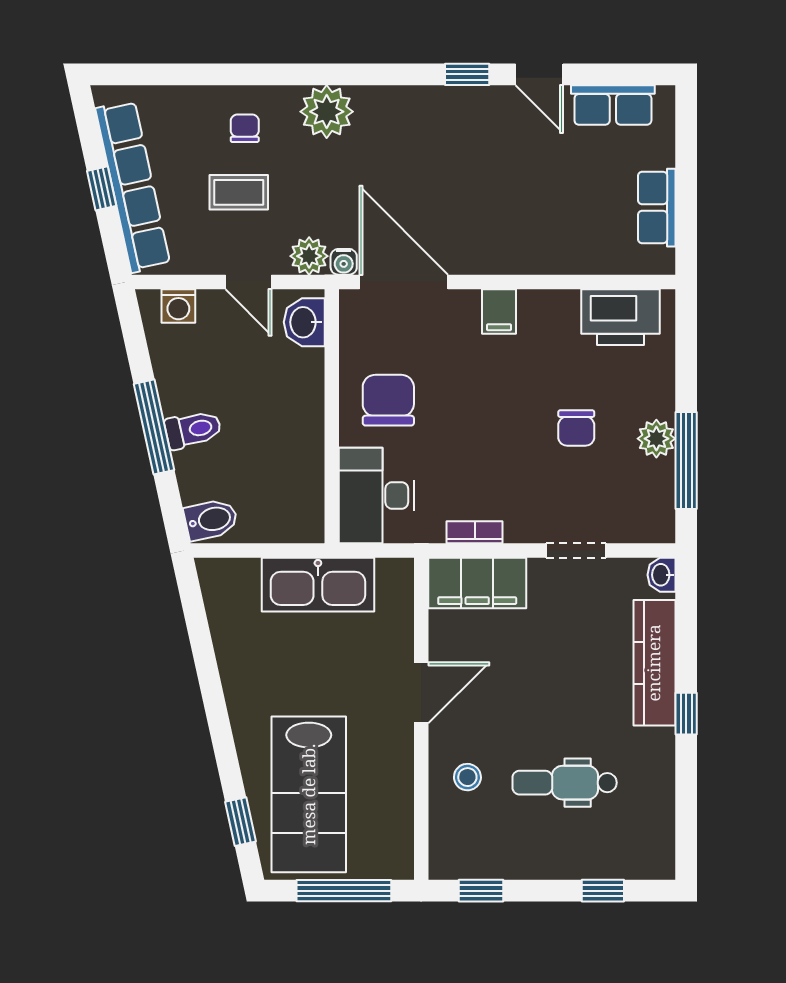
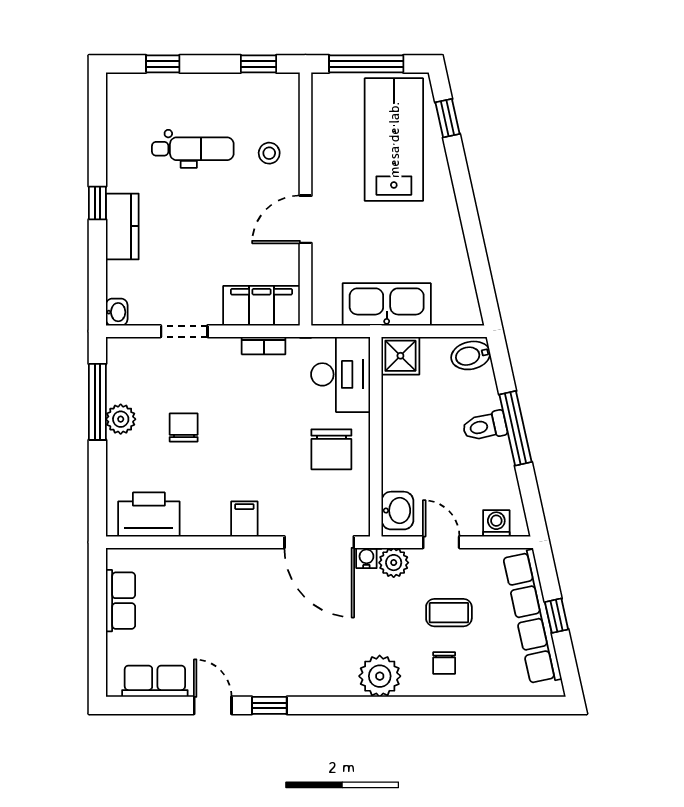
shower: (300, 519) -> (400, 356), added
kitchen counter: (654, 663) -> (122, 226), width x0.67

